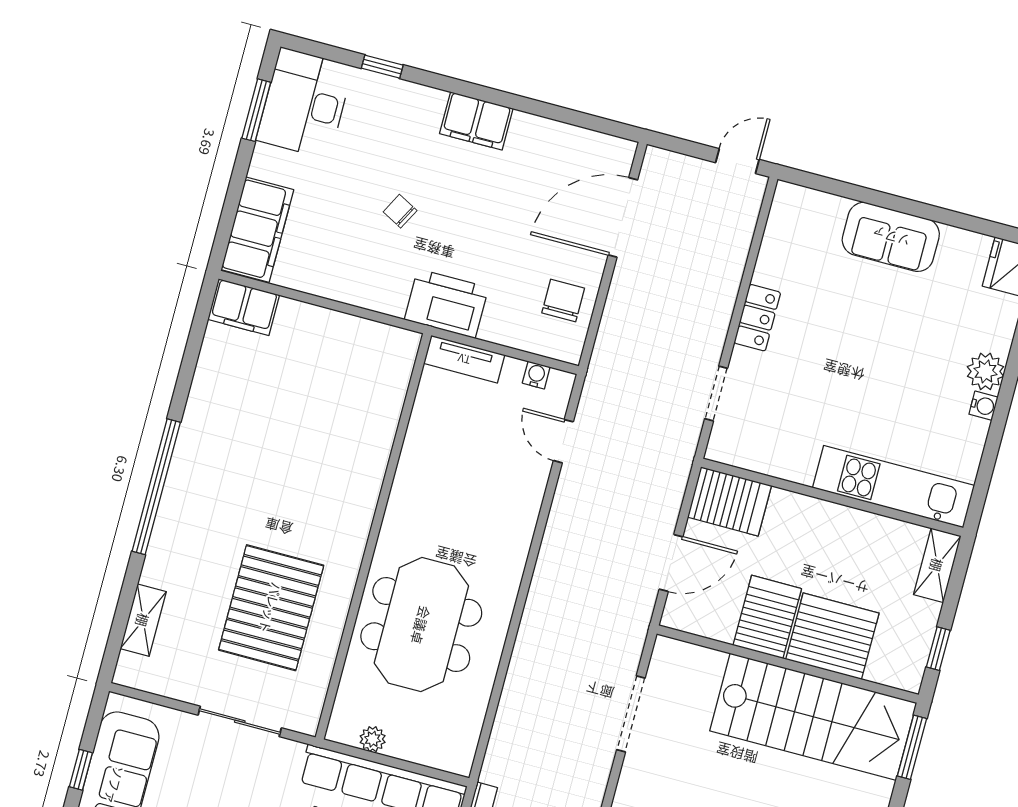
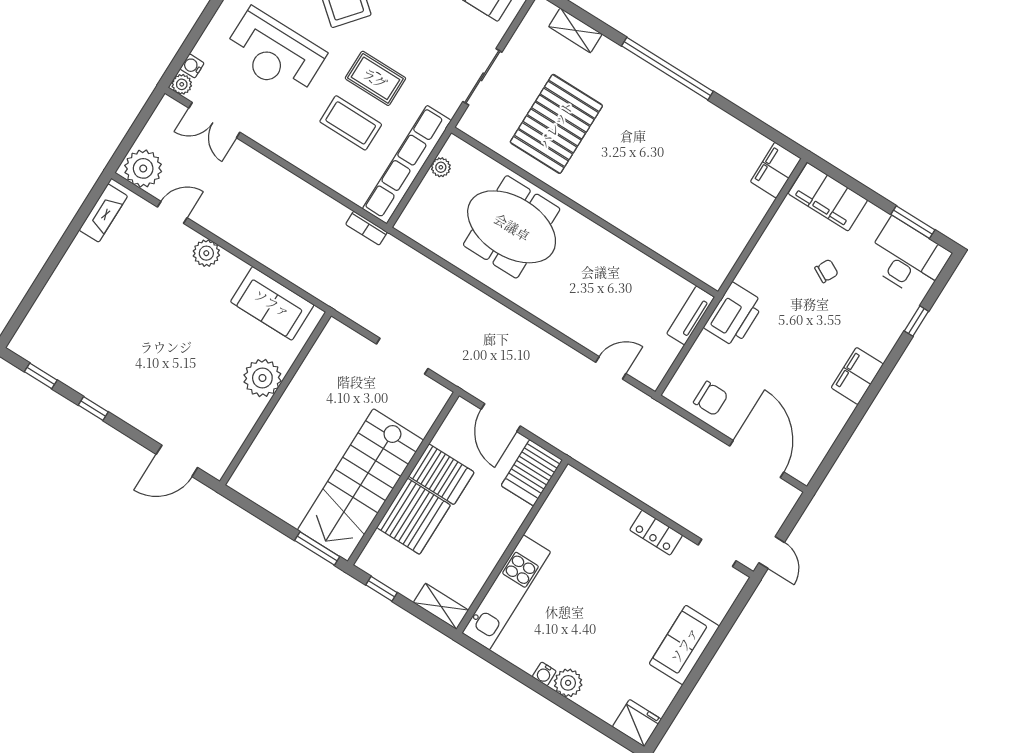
chair: (400, 211) -> (826, 271), moved
water cooler: (536, 375) -> (664, 363), removed
doorway: (716, 394) -> (717, 553), moved
pallet: (271, 608) -> (556, 124), turned 90

